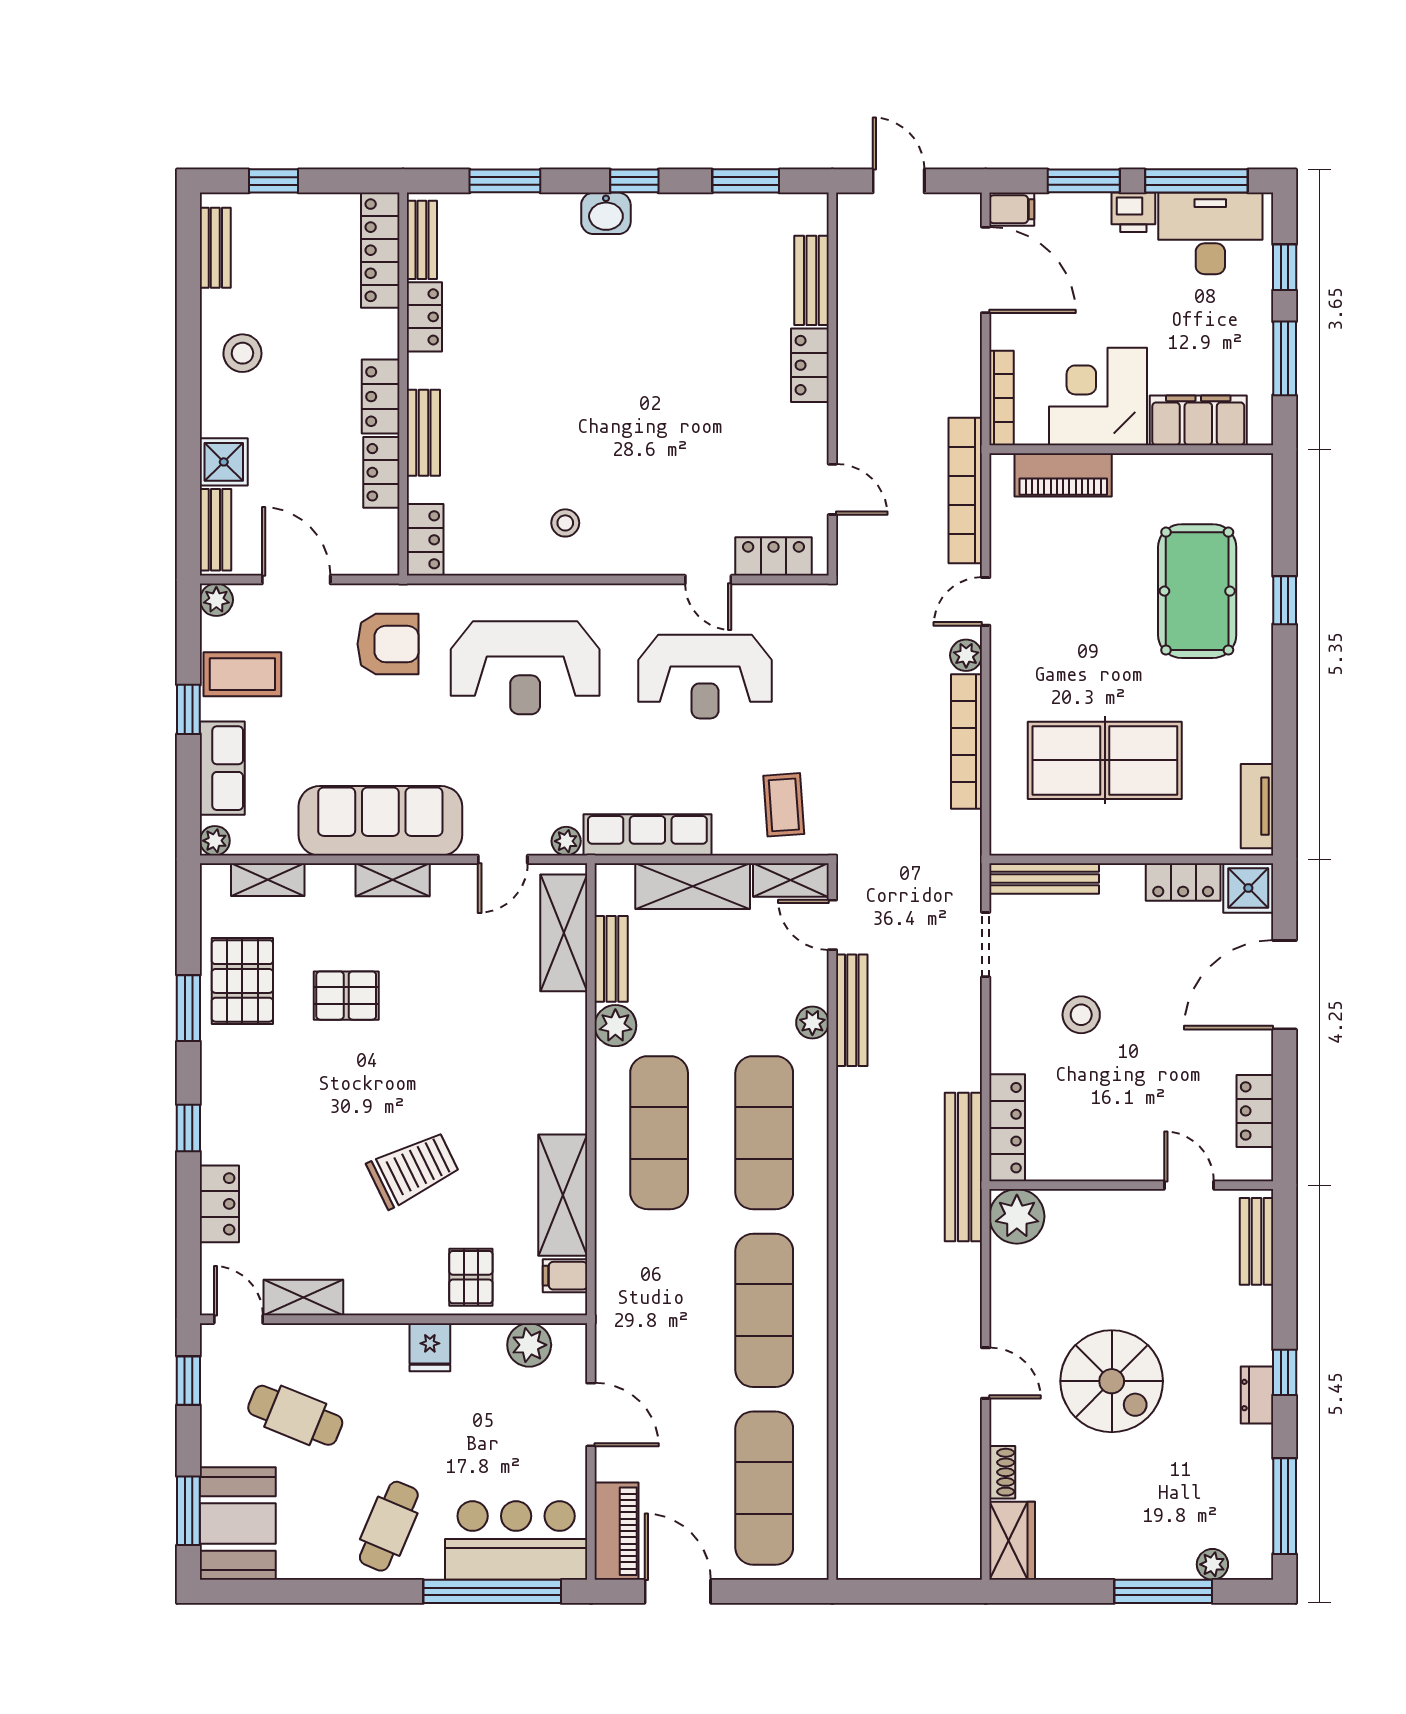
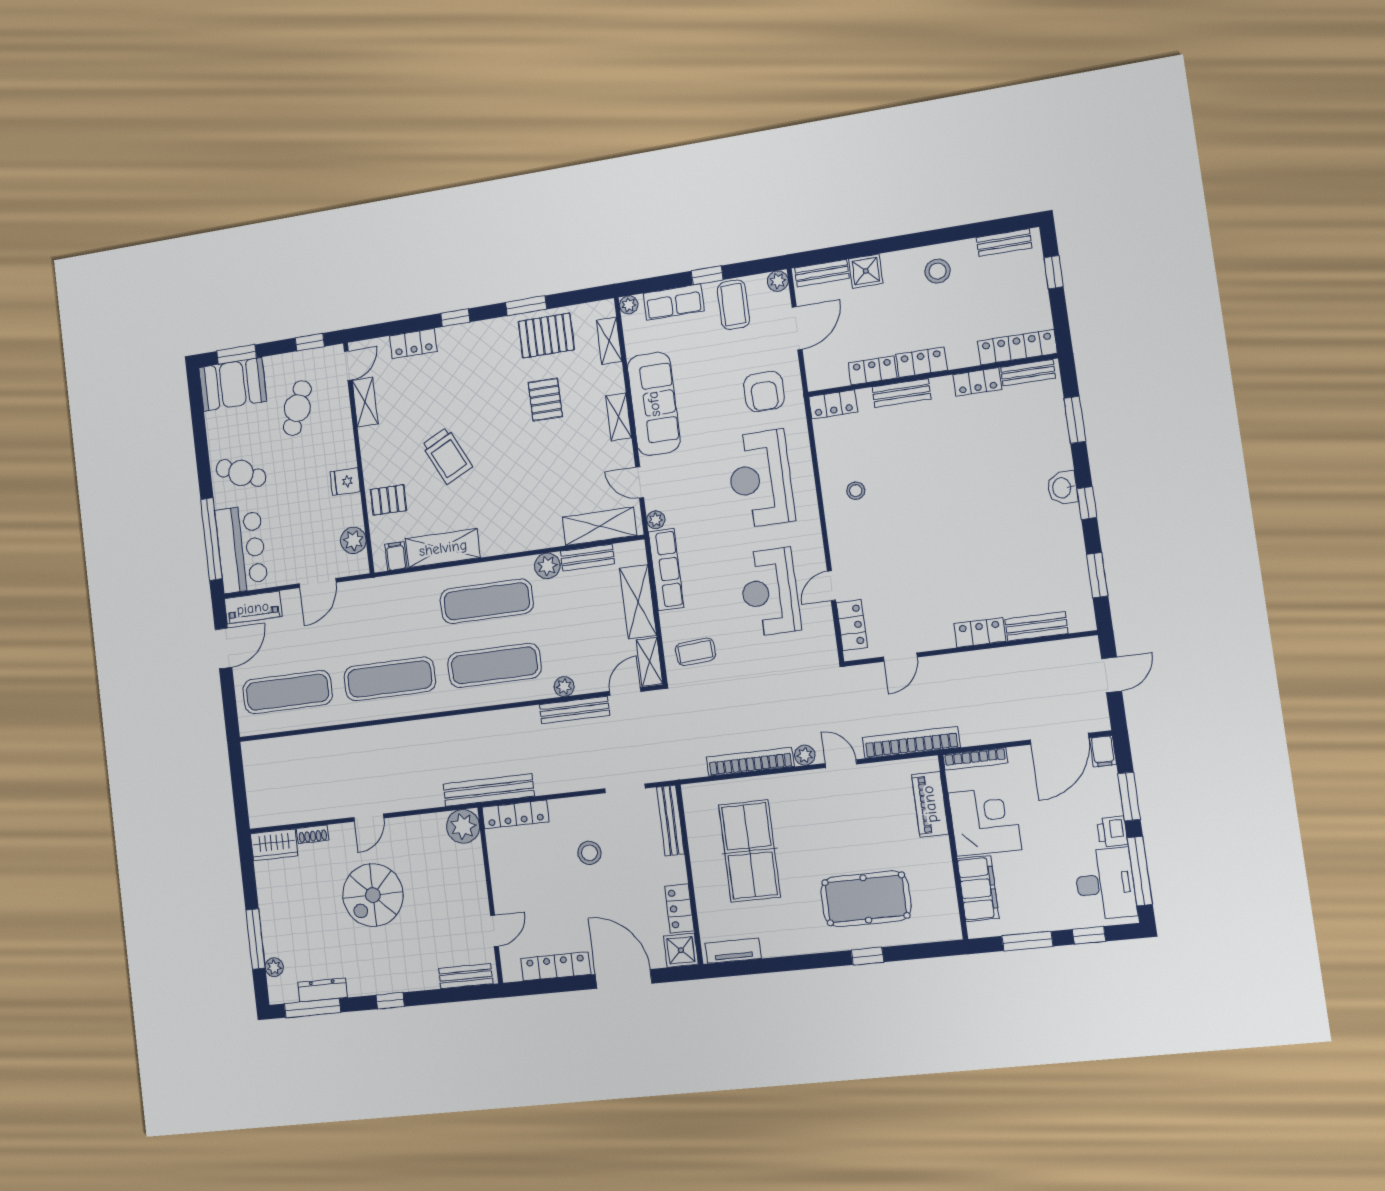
locker: (1255, 1111) -> (556, 966), width x1.53
dresser: (1257, 1395) -> (323, 990), moved, width x1.44

